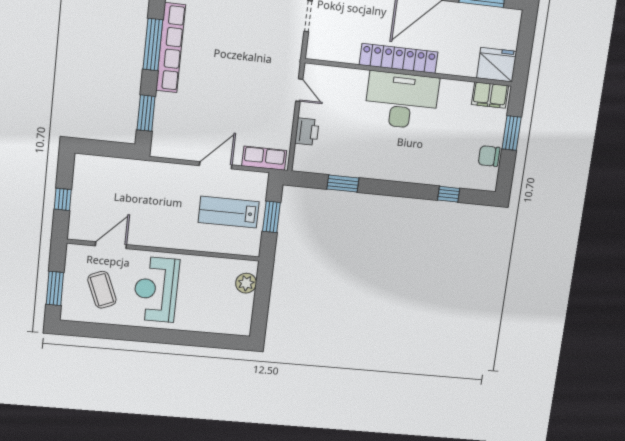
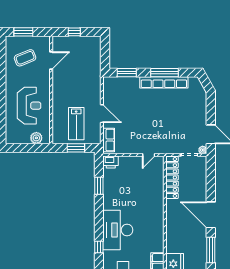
locker: (399, 58) -> (172, 177), moved
desk: (402, 100) -> (118, 230), moved, turned 180
printer: (307, 132) -> (111, 162), moved
lab bench: (229, 212) -> (76, 124), turned 180
door: (111, 245) -> (51, 60), hinge flipped
reception desk: (156, 289) -> (29, 106), moved, turned 90

